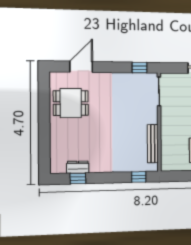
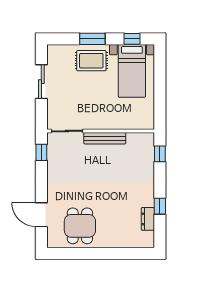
bench: (153, 144) -> (105, 138), moved
window: (78, 178) -> (160, 206), moved

